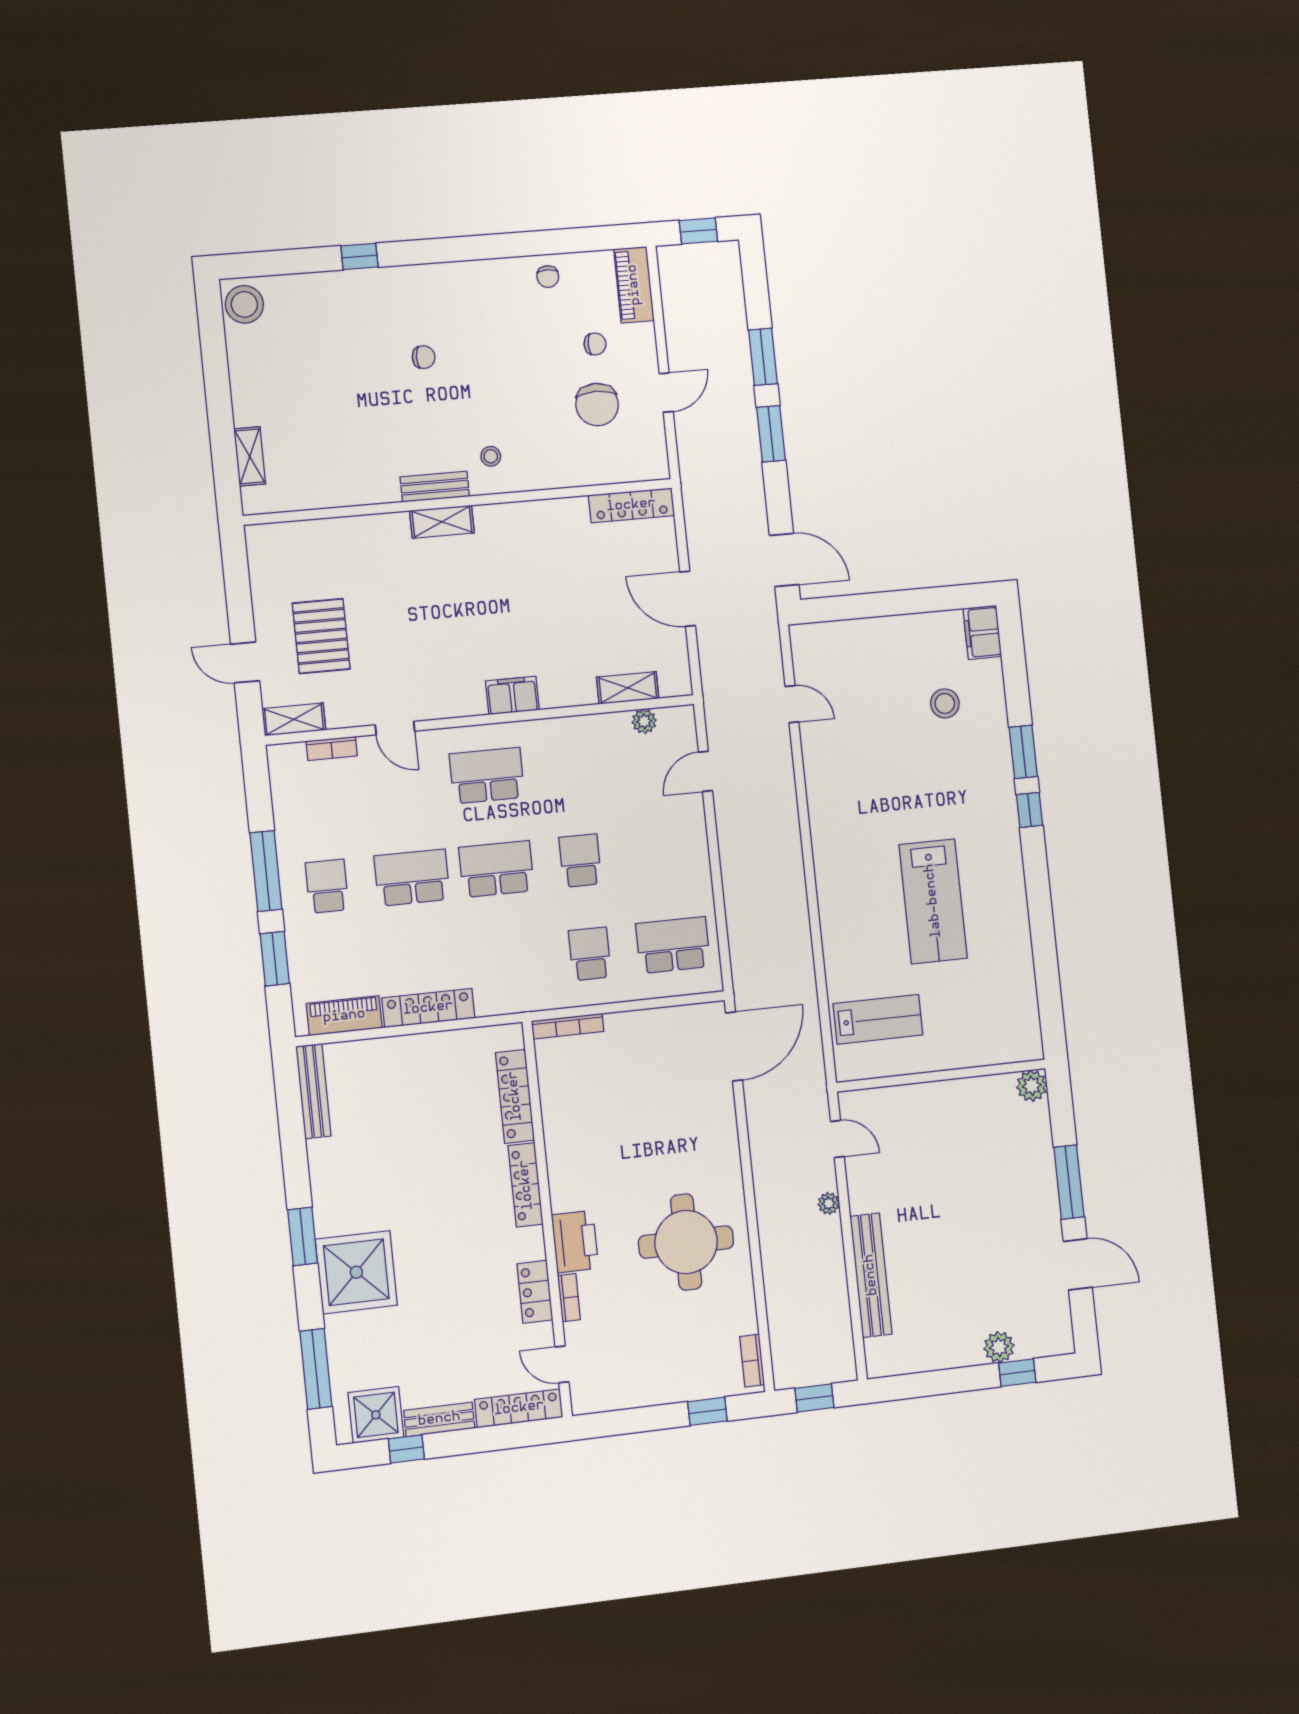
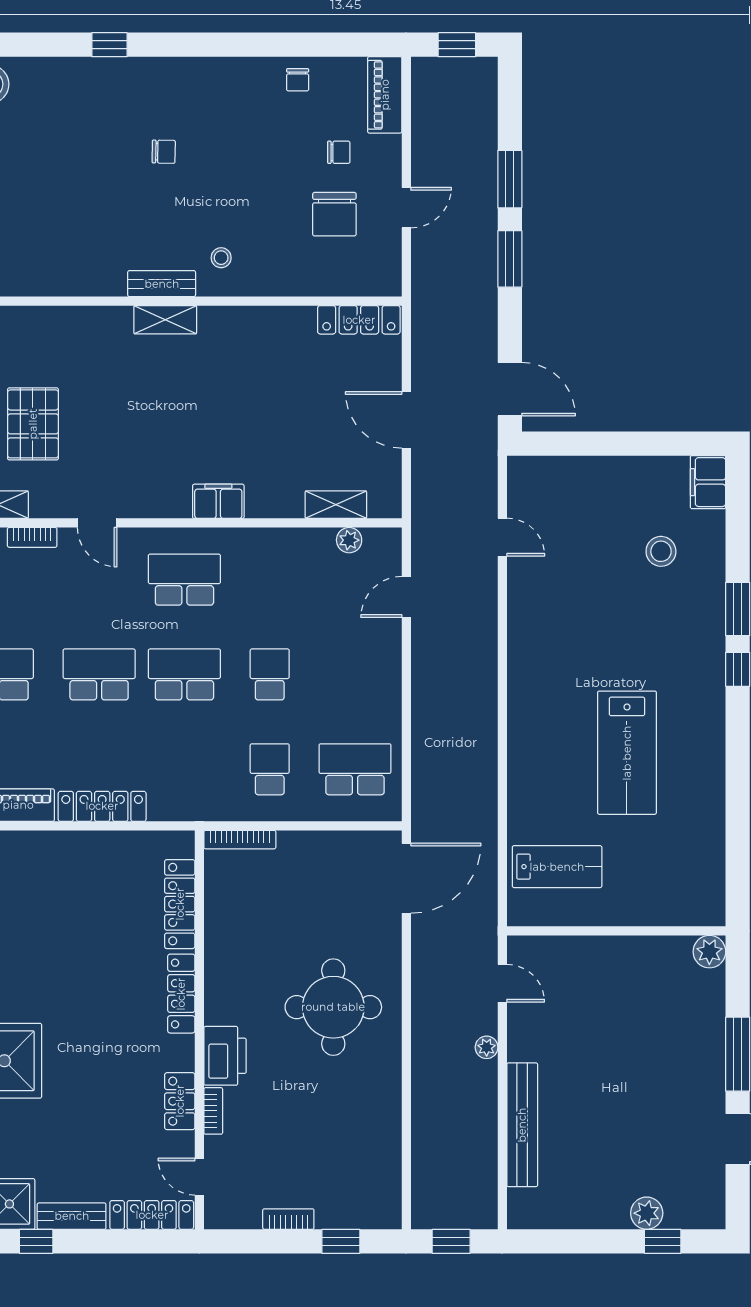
round table: (686, 1242) -> (333, 1007), moved
bookcase: (752, 1361) -> (288, 1219), moved, turned 90

